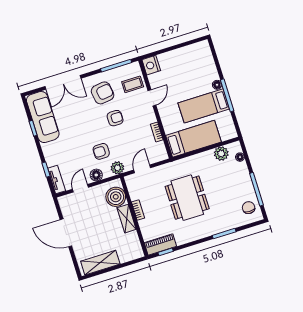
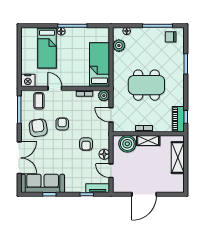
bed: (204, 106) -> (47, 48), moved
plant: (117, 168) -> (104, 96), moved
shelving: (100, 263) -> (178, 158), moved

